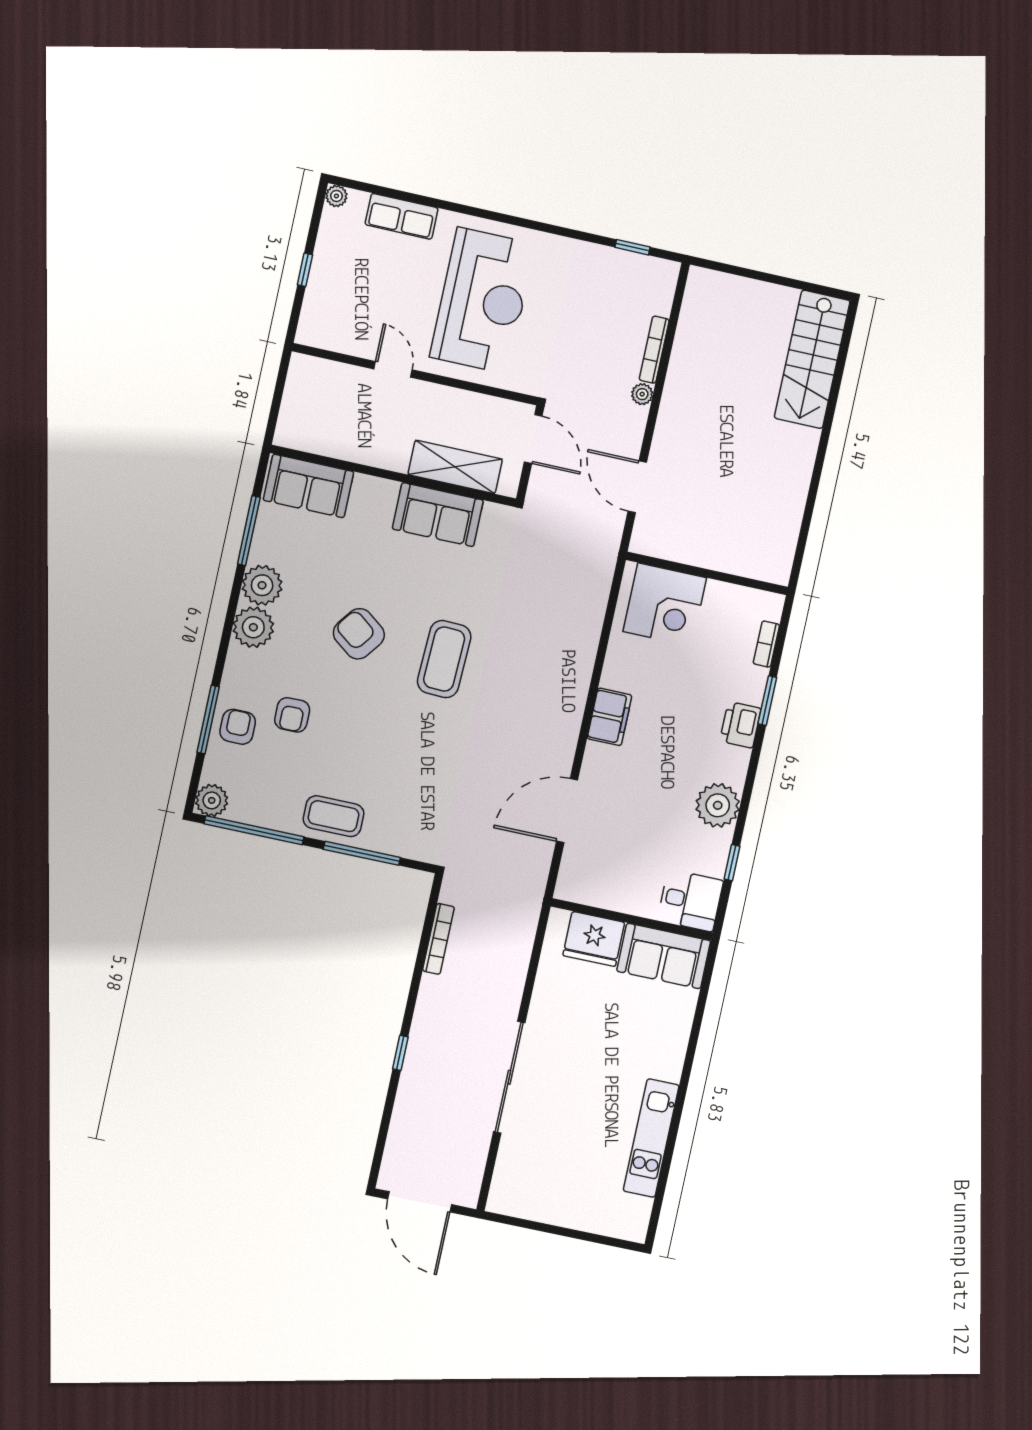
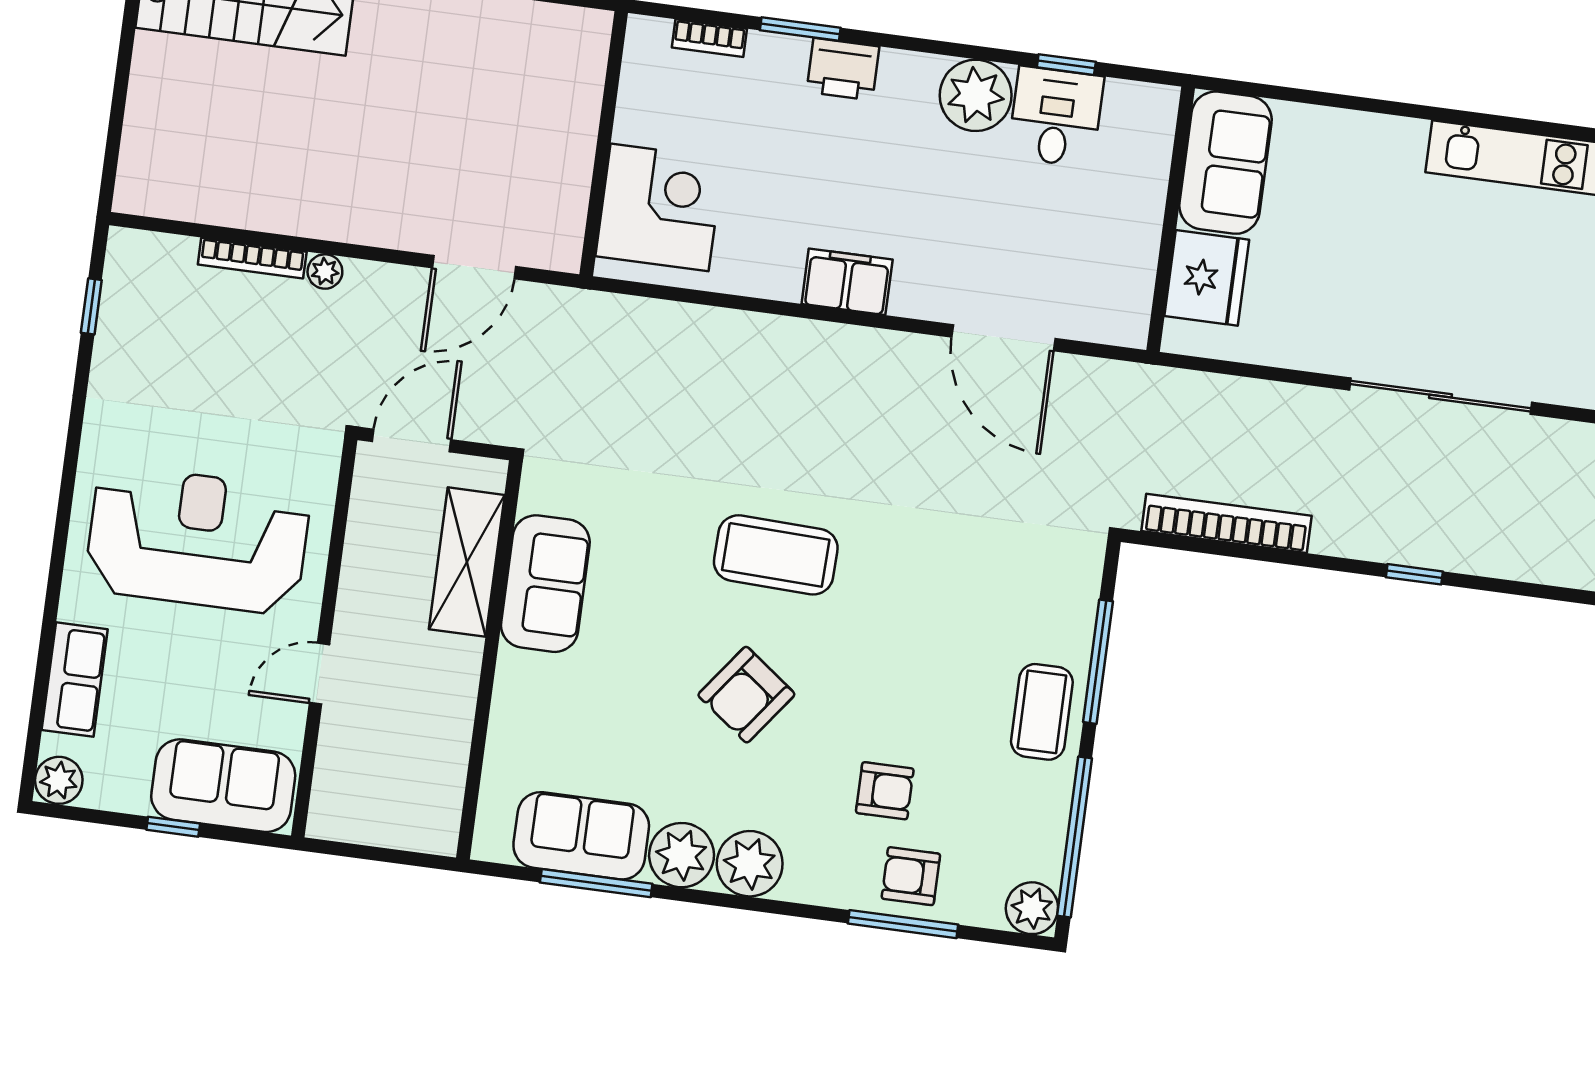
plant: (336, 196) -> (59, 780), width x1.38, depth x1.38
sofa: (328, 303) -> (223, 786), added
sofa: (308, 486) -> (581, 836), moved, turned -90
desk: (690, 901) -> (1056, 117), moved
bookcase: (438, 939) -> (1227, 523), width x1.48, depth x1.31

